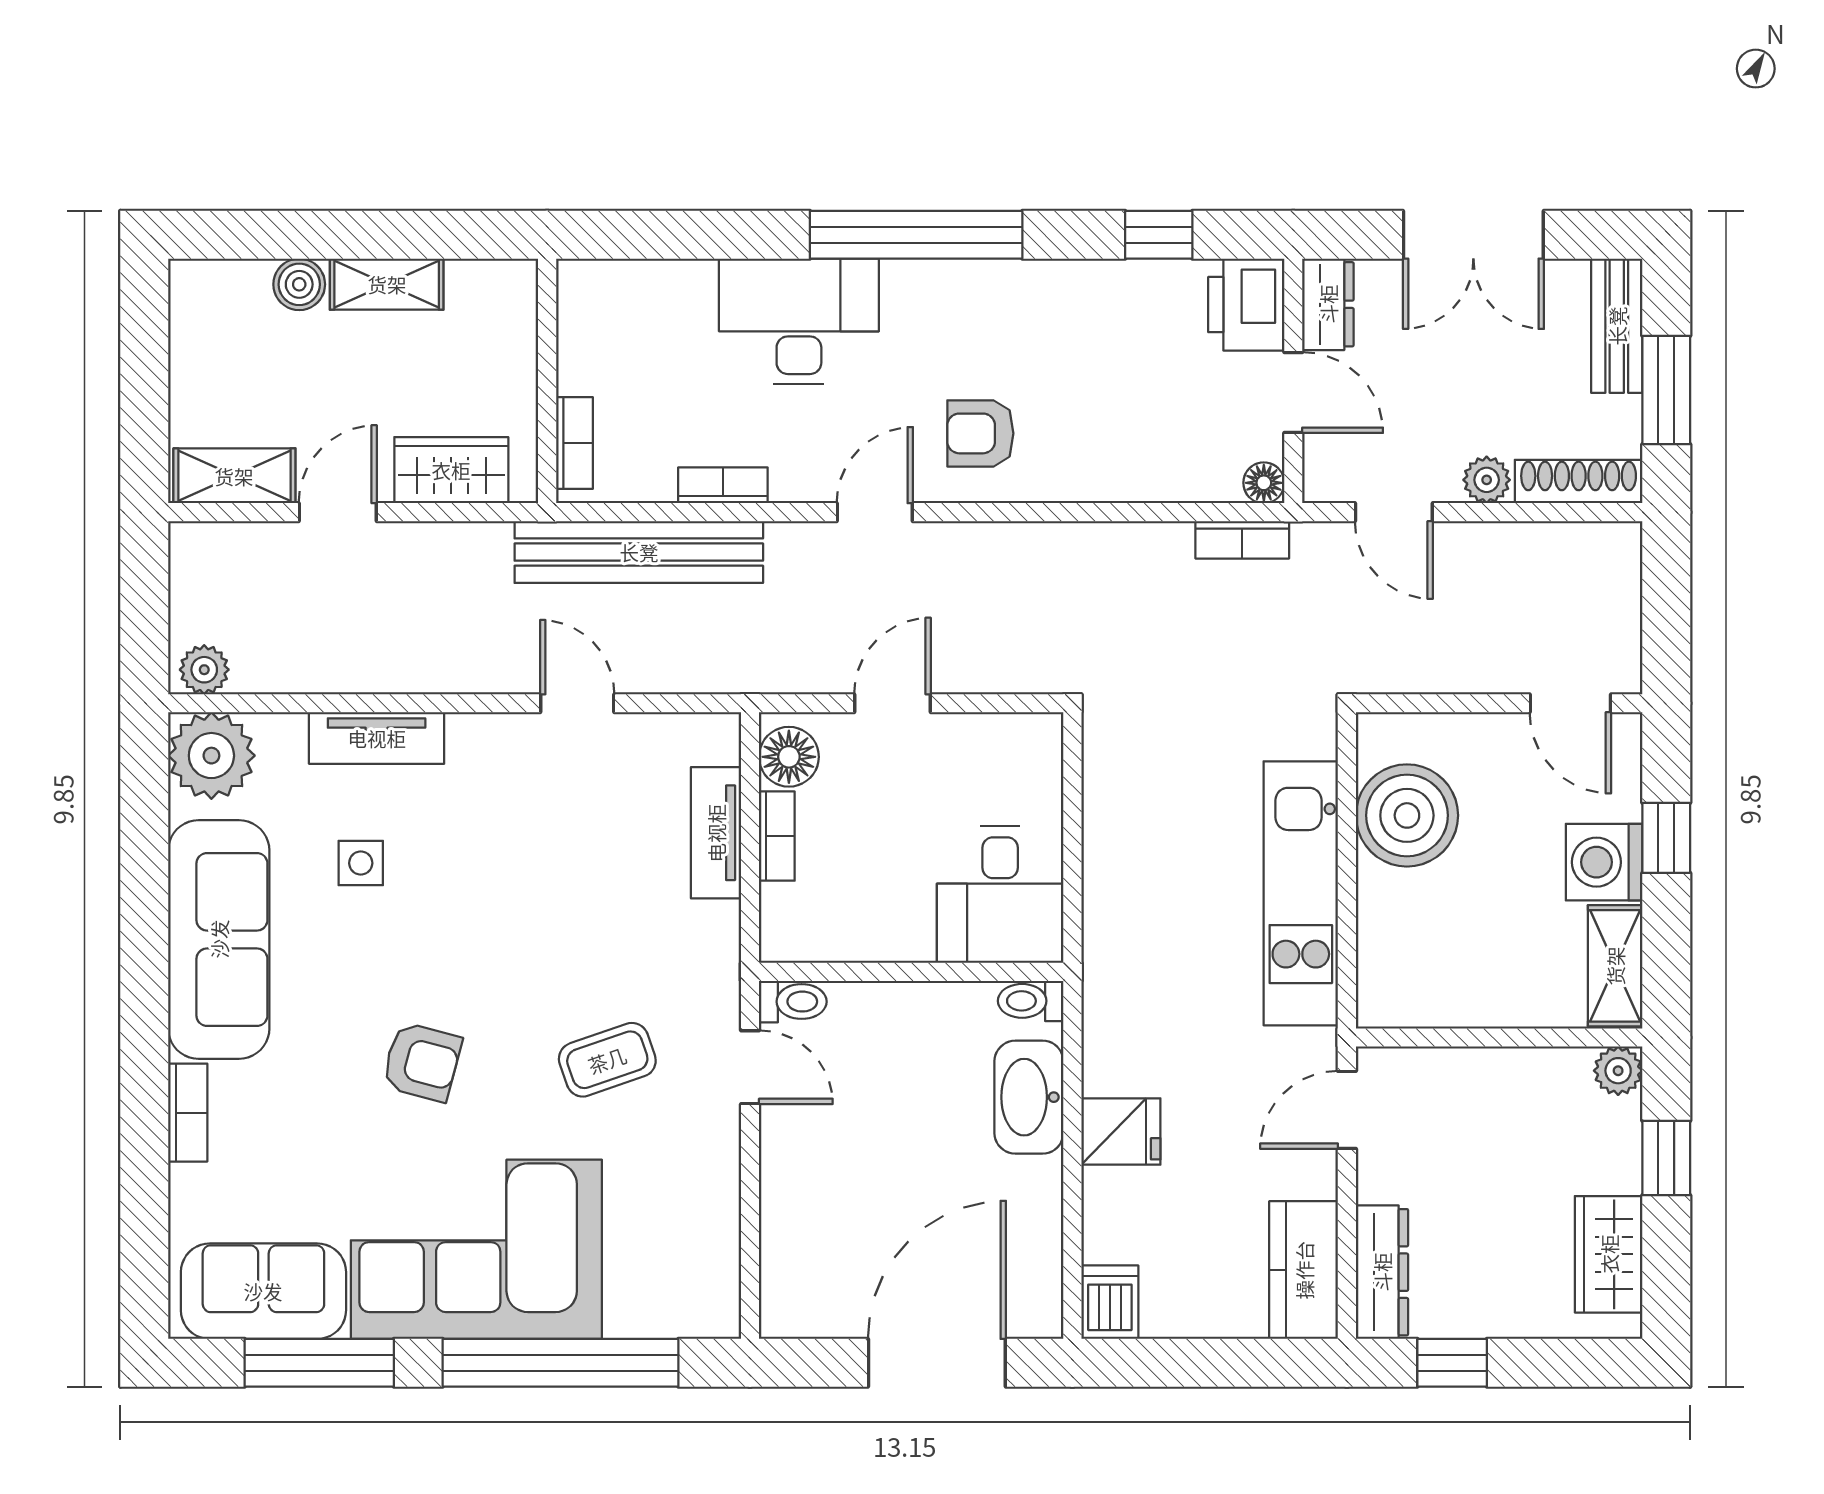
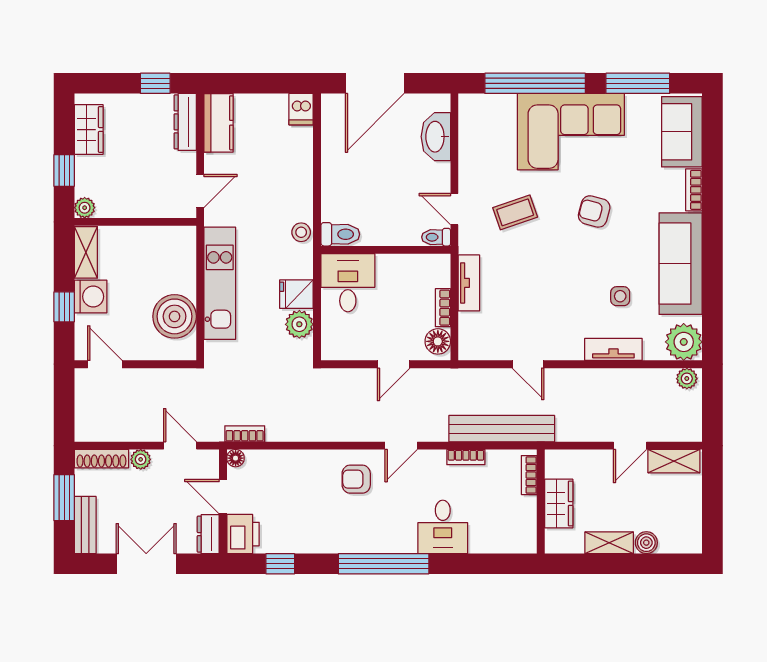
desk: (799, 321) -> (443, 527), width x0.73
armchair: (980, 433) -> (356, 479), turned 180
wardrobe: (451, 470) -> (559, 503), moved, turned -90
plant: (1114, 797) -> (299, 324), added
tv unit: (716, 833) -> (469, 283), moved
toilet: (1031, 1001) -> (340, 234), width x1.37, depth x1.39
stool: (1110, 1013) -> (301, 232), added
washbasin: (1029, 1097) -> (436, 137), moved, turned 180
fridge: (1121, 1132) -> (296, 294), moved
sofa: (263, 1291) -> (682, 132), moved, turned 90

